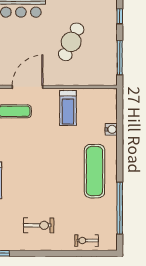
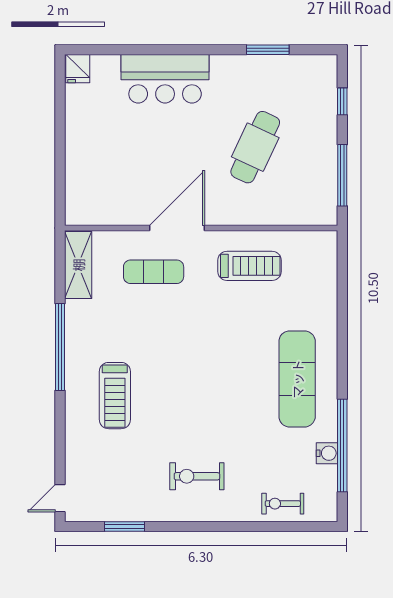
treadmill: (68, 108) -> (250, 266), turned -90
water cooler: (111, 129) -> (327, 453), moved
exercise bike: (39, 225) -> (197, 476), turned 180

